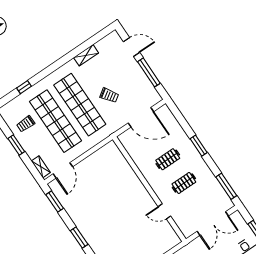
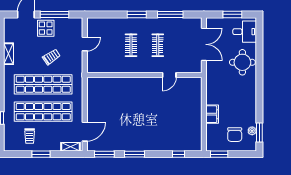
display table: (131, 73) -> (46, 28), added
door: (141, 117) -> (85, 44), width x0.53
door: (63, 170) -> (85, 132), hinge flipped
window: (226, 186) -> (170, 14), moved
window: (79, 237) -> (134, 154), moved

